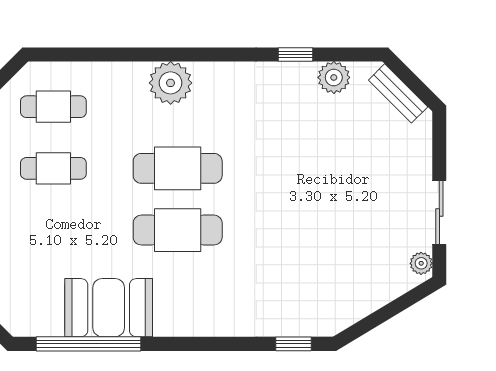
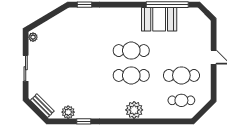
cafe table: (53, 168) -> (181, 75), width x1.37, depth x1.35
sliding door: (439, 213) -> (26, 68), moved

